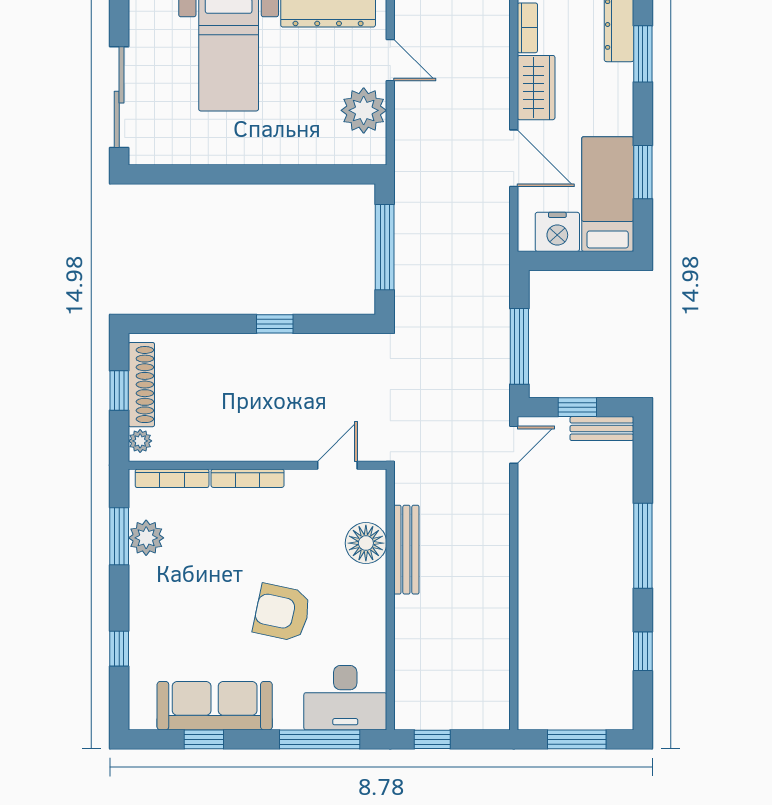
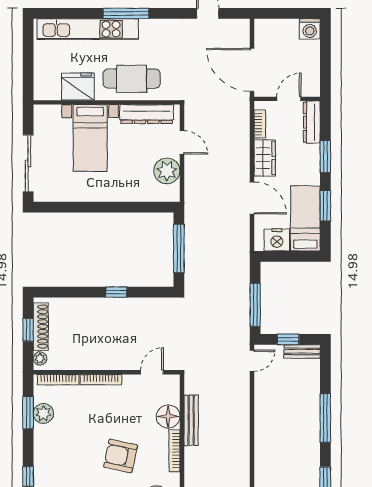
window: (643, 54) -> (325, 157), moved
bookcase: (377, 603) -> (174, 451), added

